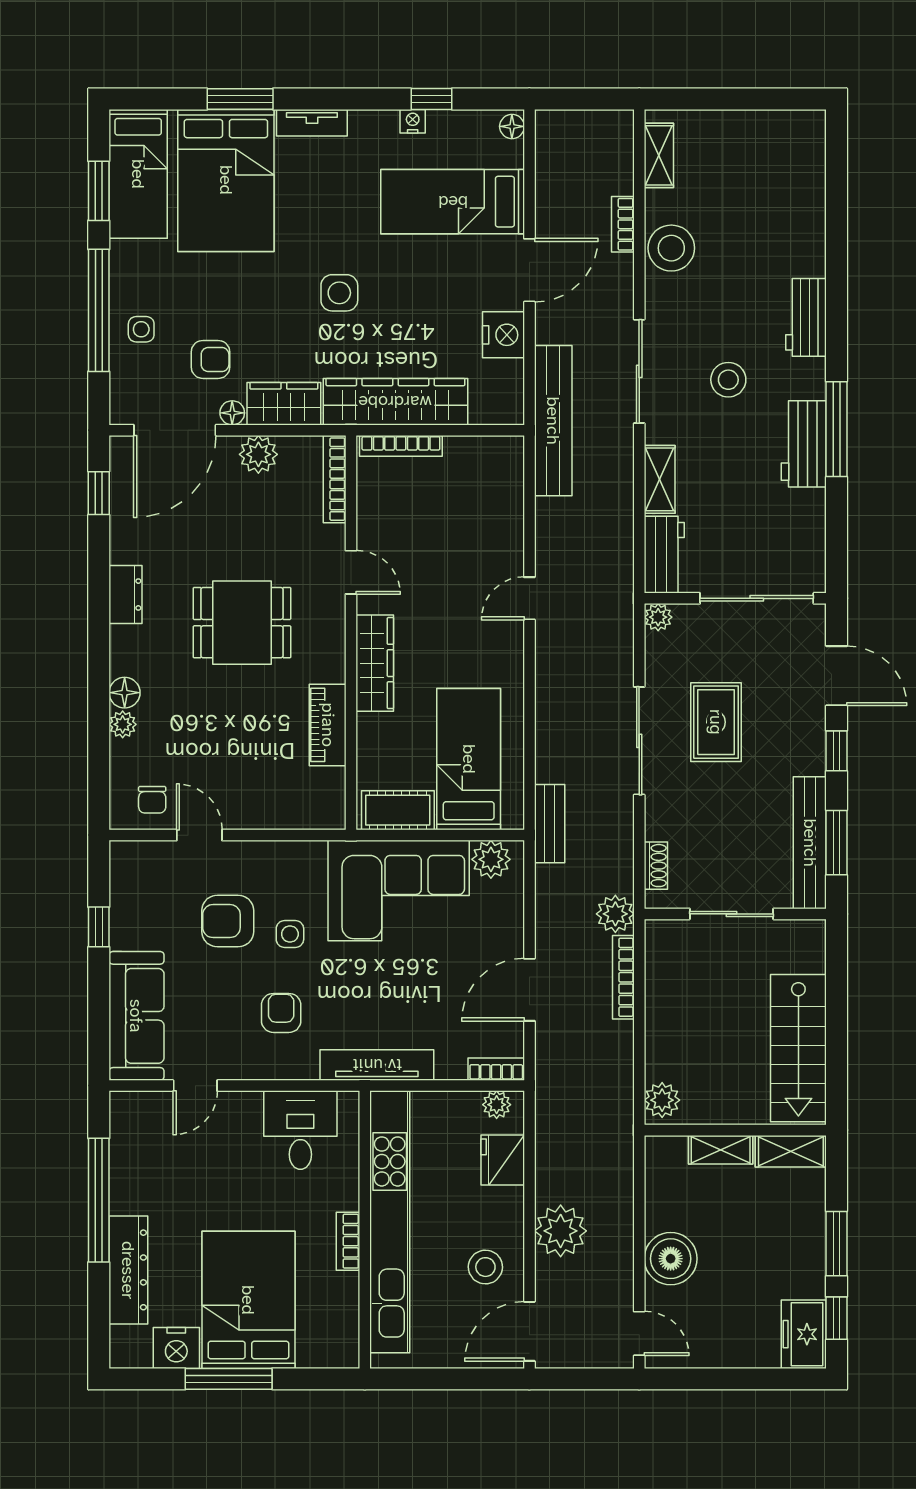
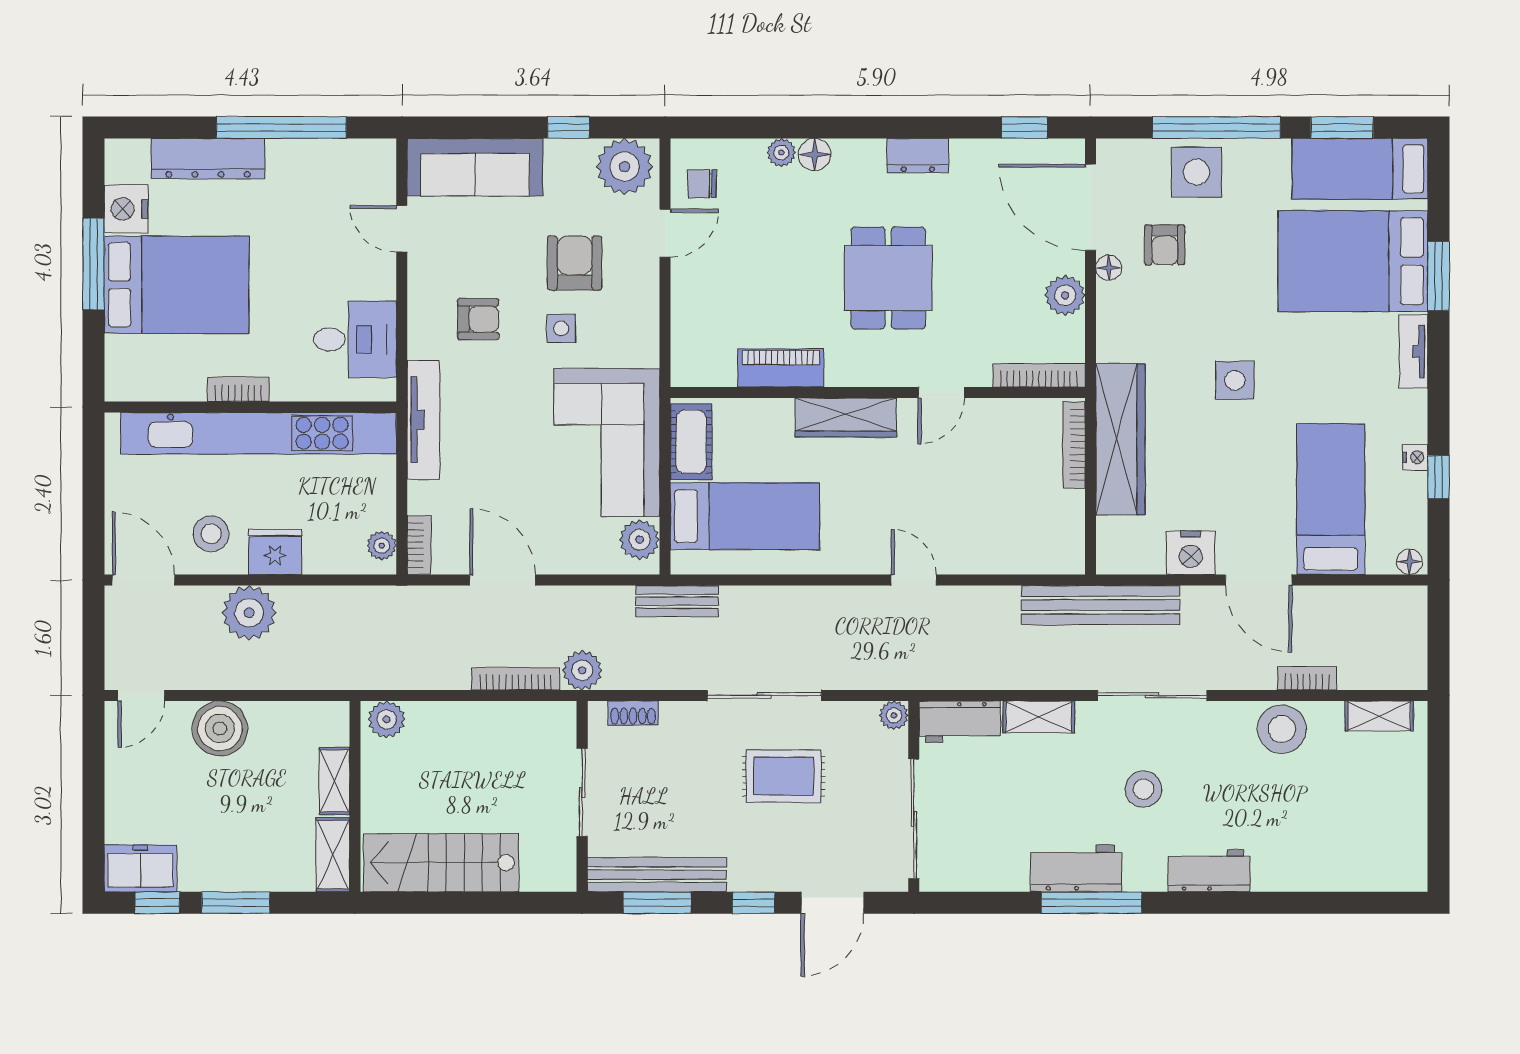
side table: (141, 329) -> (1197, 172), width x1.87, depth x1.87
wardrobe: (284, 404) -> (1118, 322), removed
plant: (136, 874) -> (625, 167), added
fridge: (503, 1160) -> (275, 552), moved

